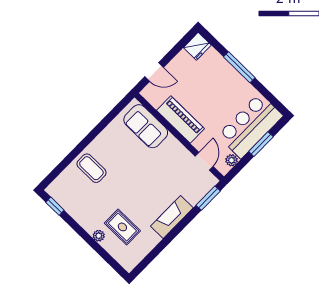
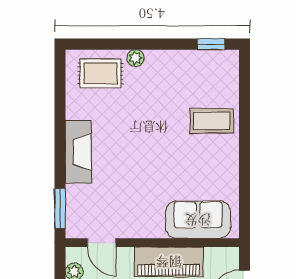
rug: (122, 227) -> (101, 73), moved

